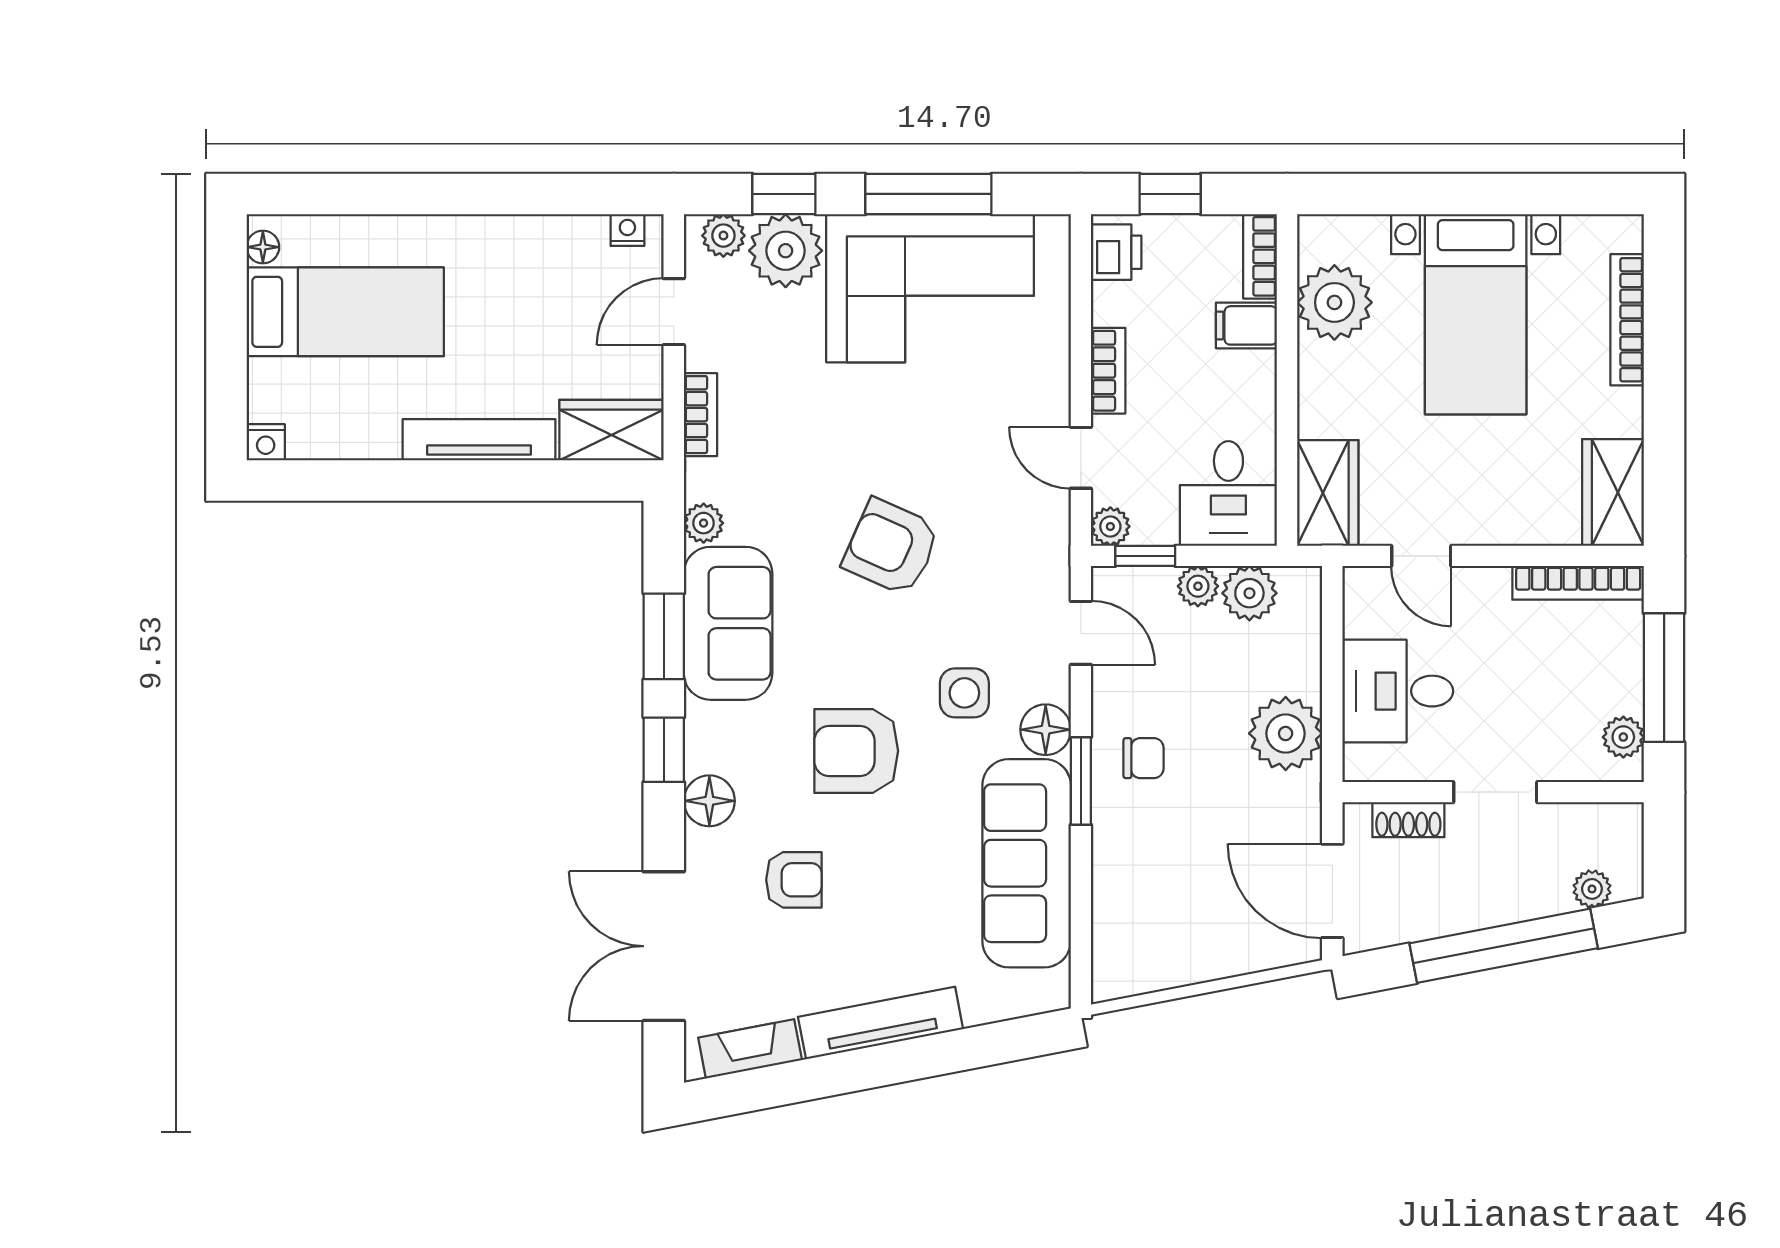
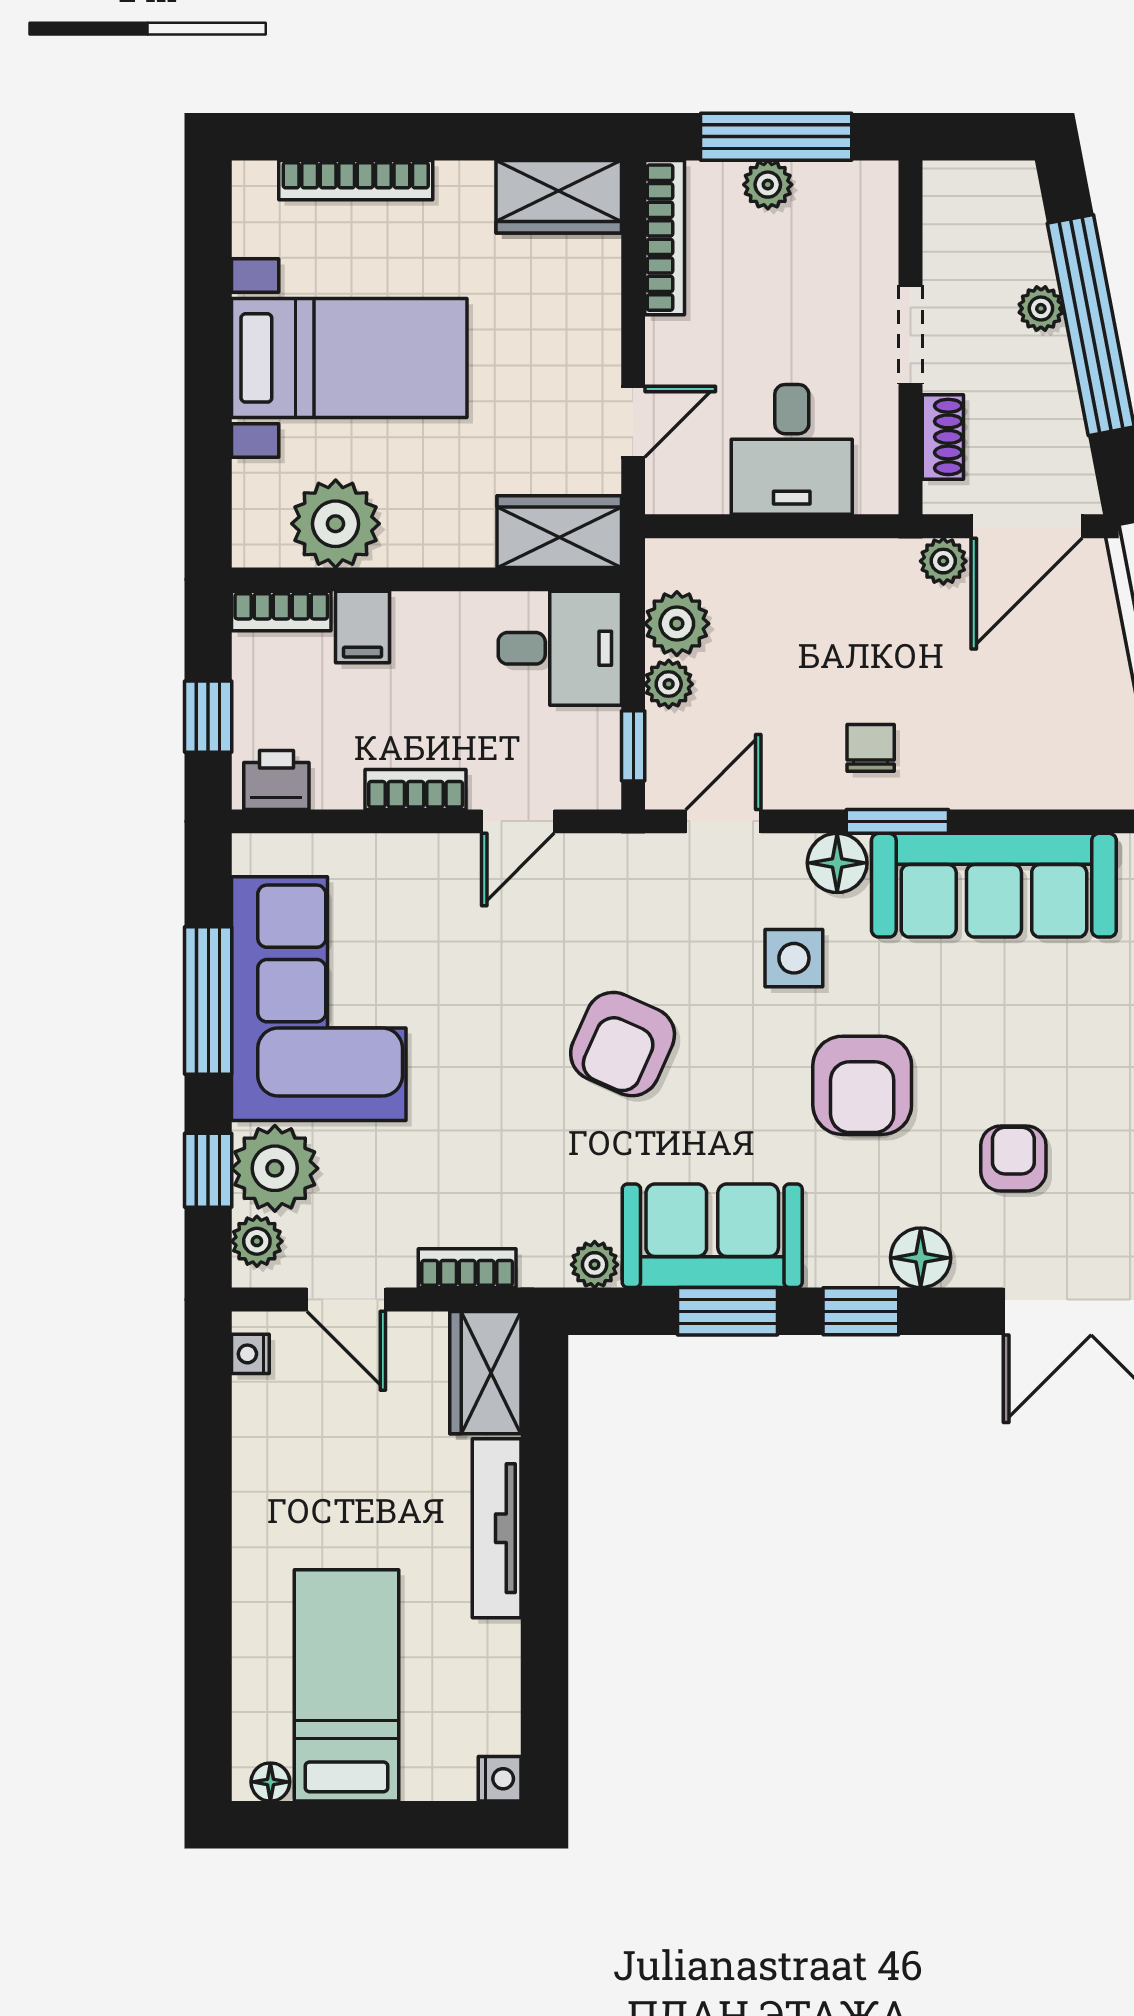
plant: (1110, 526) -> (599, 787), removed
plant: (1286, 733) -> (943, 561), moved, width x0.53, depth x0.53
plant: (1623, 737) -> (768, 185), moved
plant: (1592, 889) -> (1041, 308), moved

